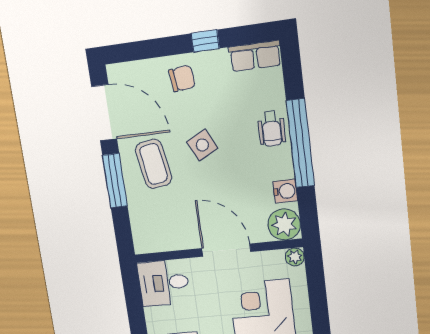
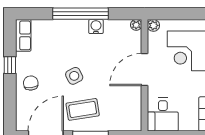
wheelchair: (271, 129) -> (69, 31), removed
water cooler: (285, 191) -> (96, 27), moved
plant: (284, 224) -> (136, 25), width x0.53, depth x0.53

